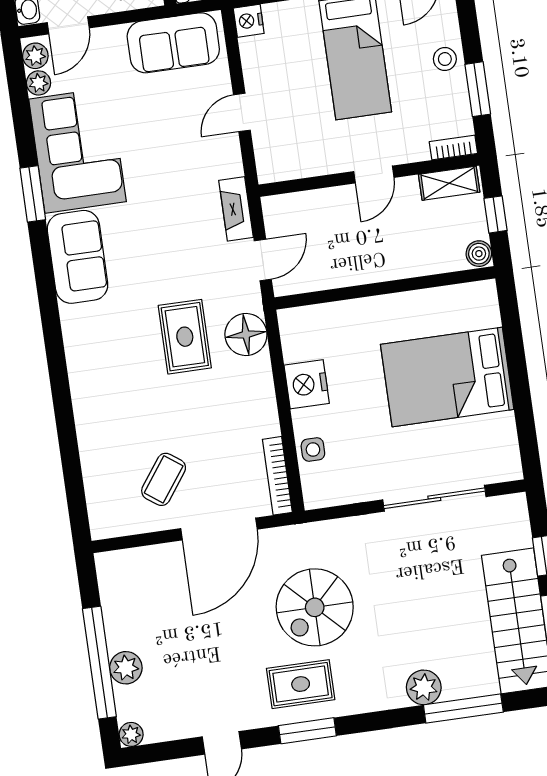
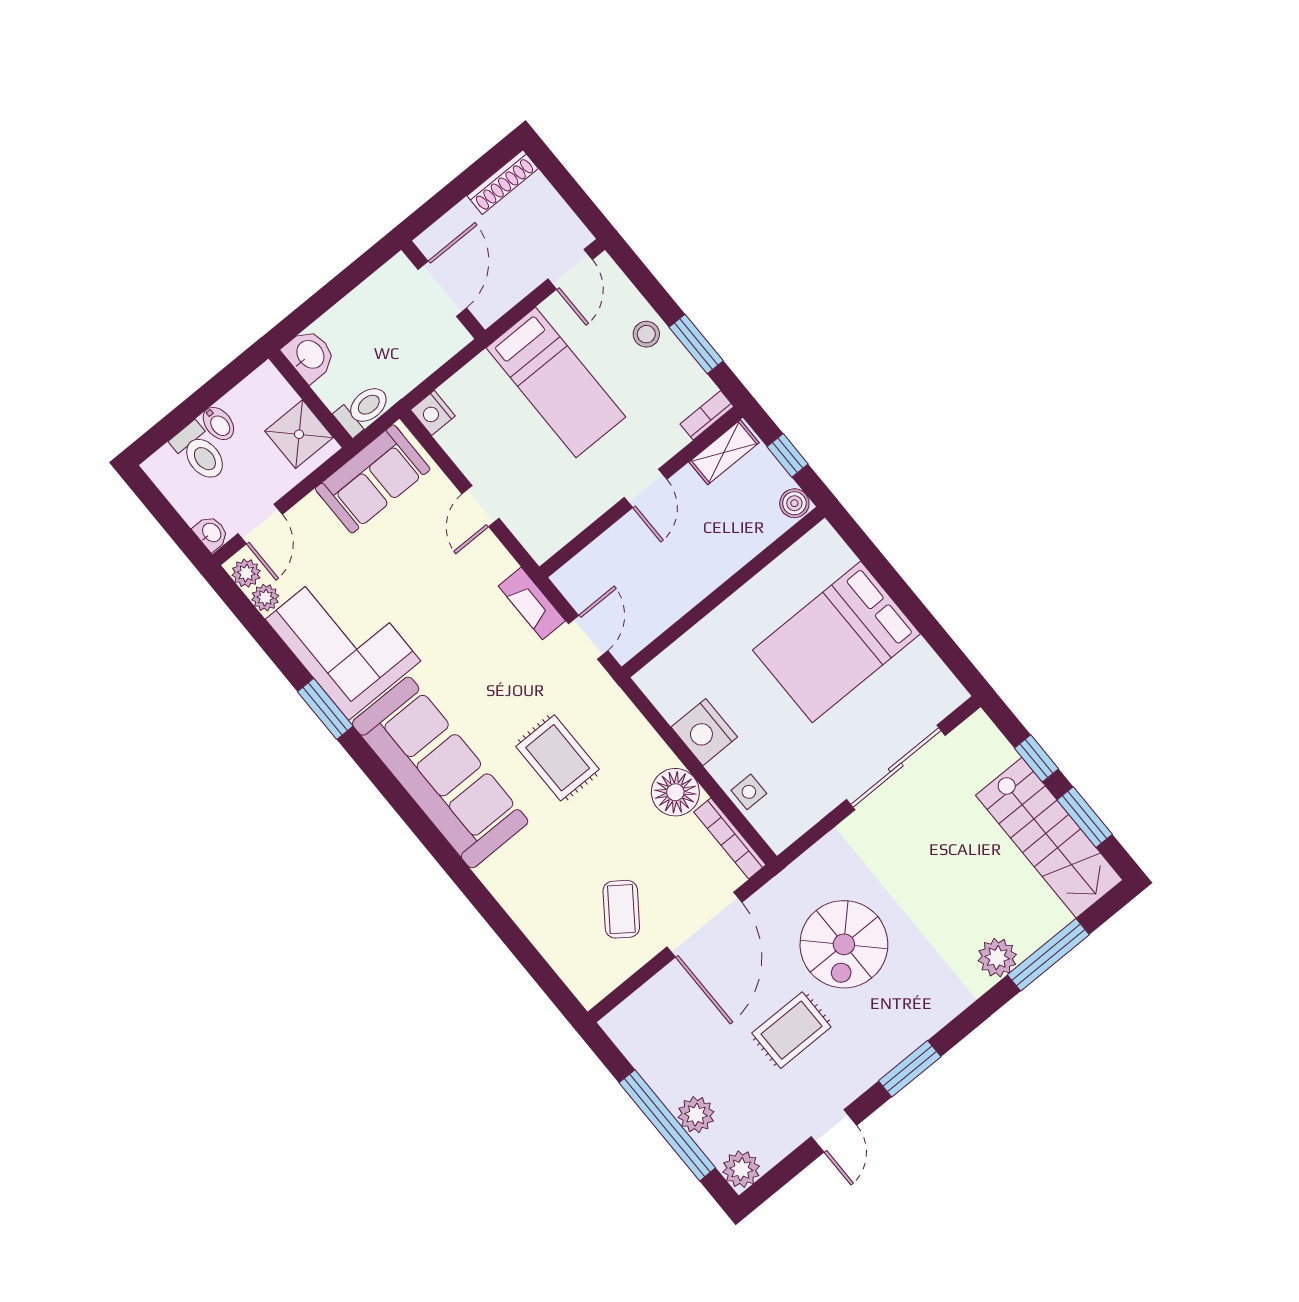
sofa: (77, 257) -> (440, 772), width x1.85, depth x1.27
floor lamp: (246, 335) -> (675, 792), moved
rug: (301, 684) -> (791, 1030), moved
plant: (131, 734) -> (741, 1169), width x1.38, depth x1.38

